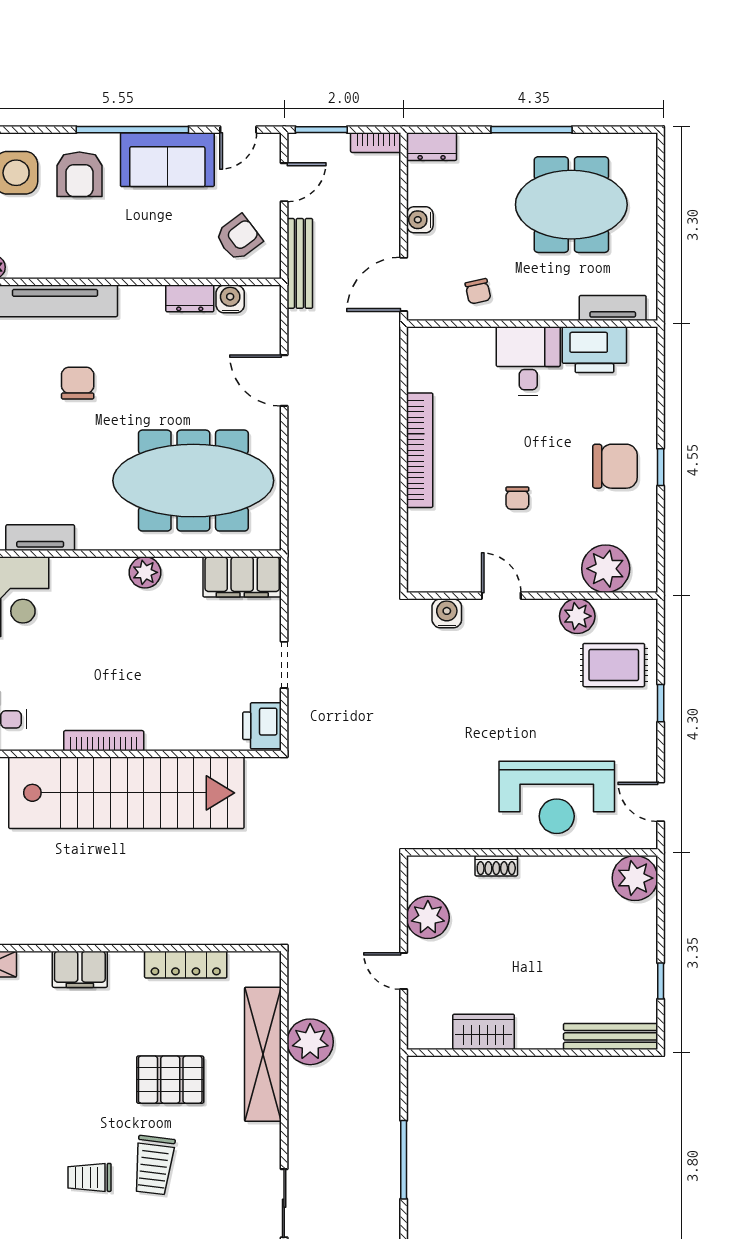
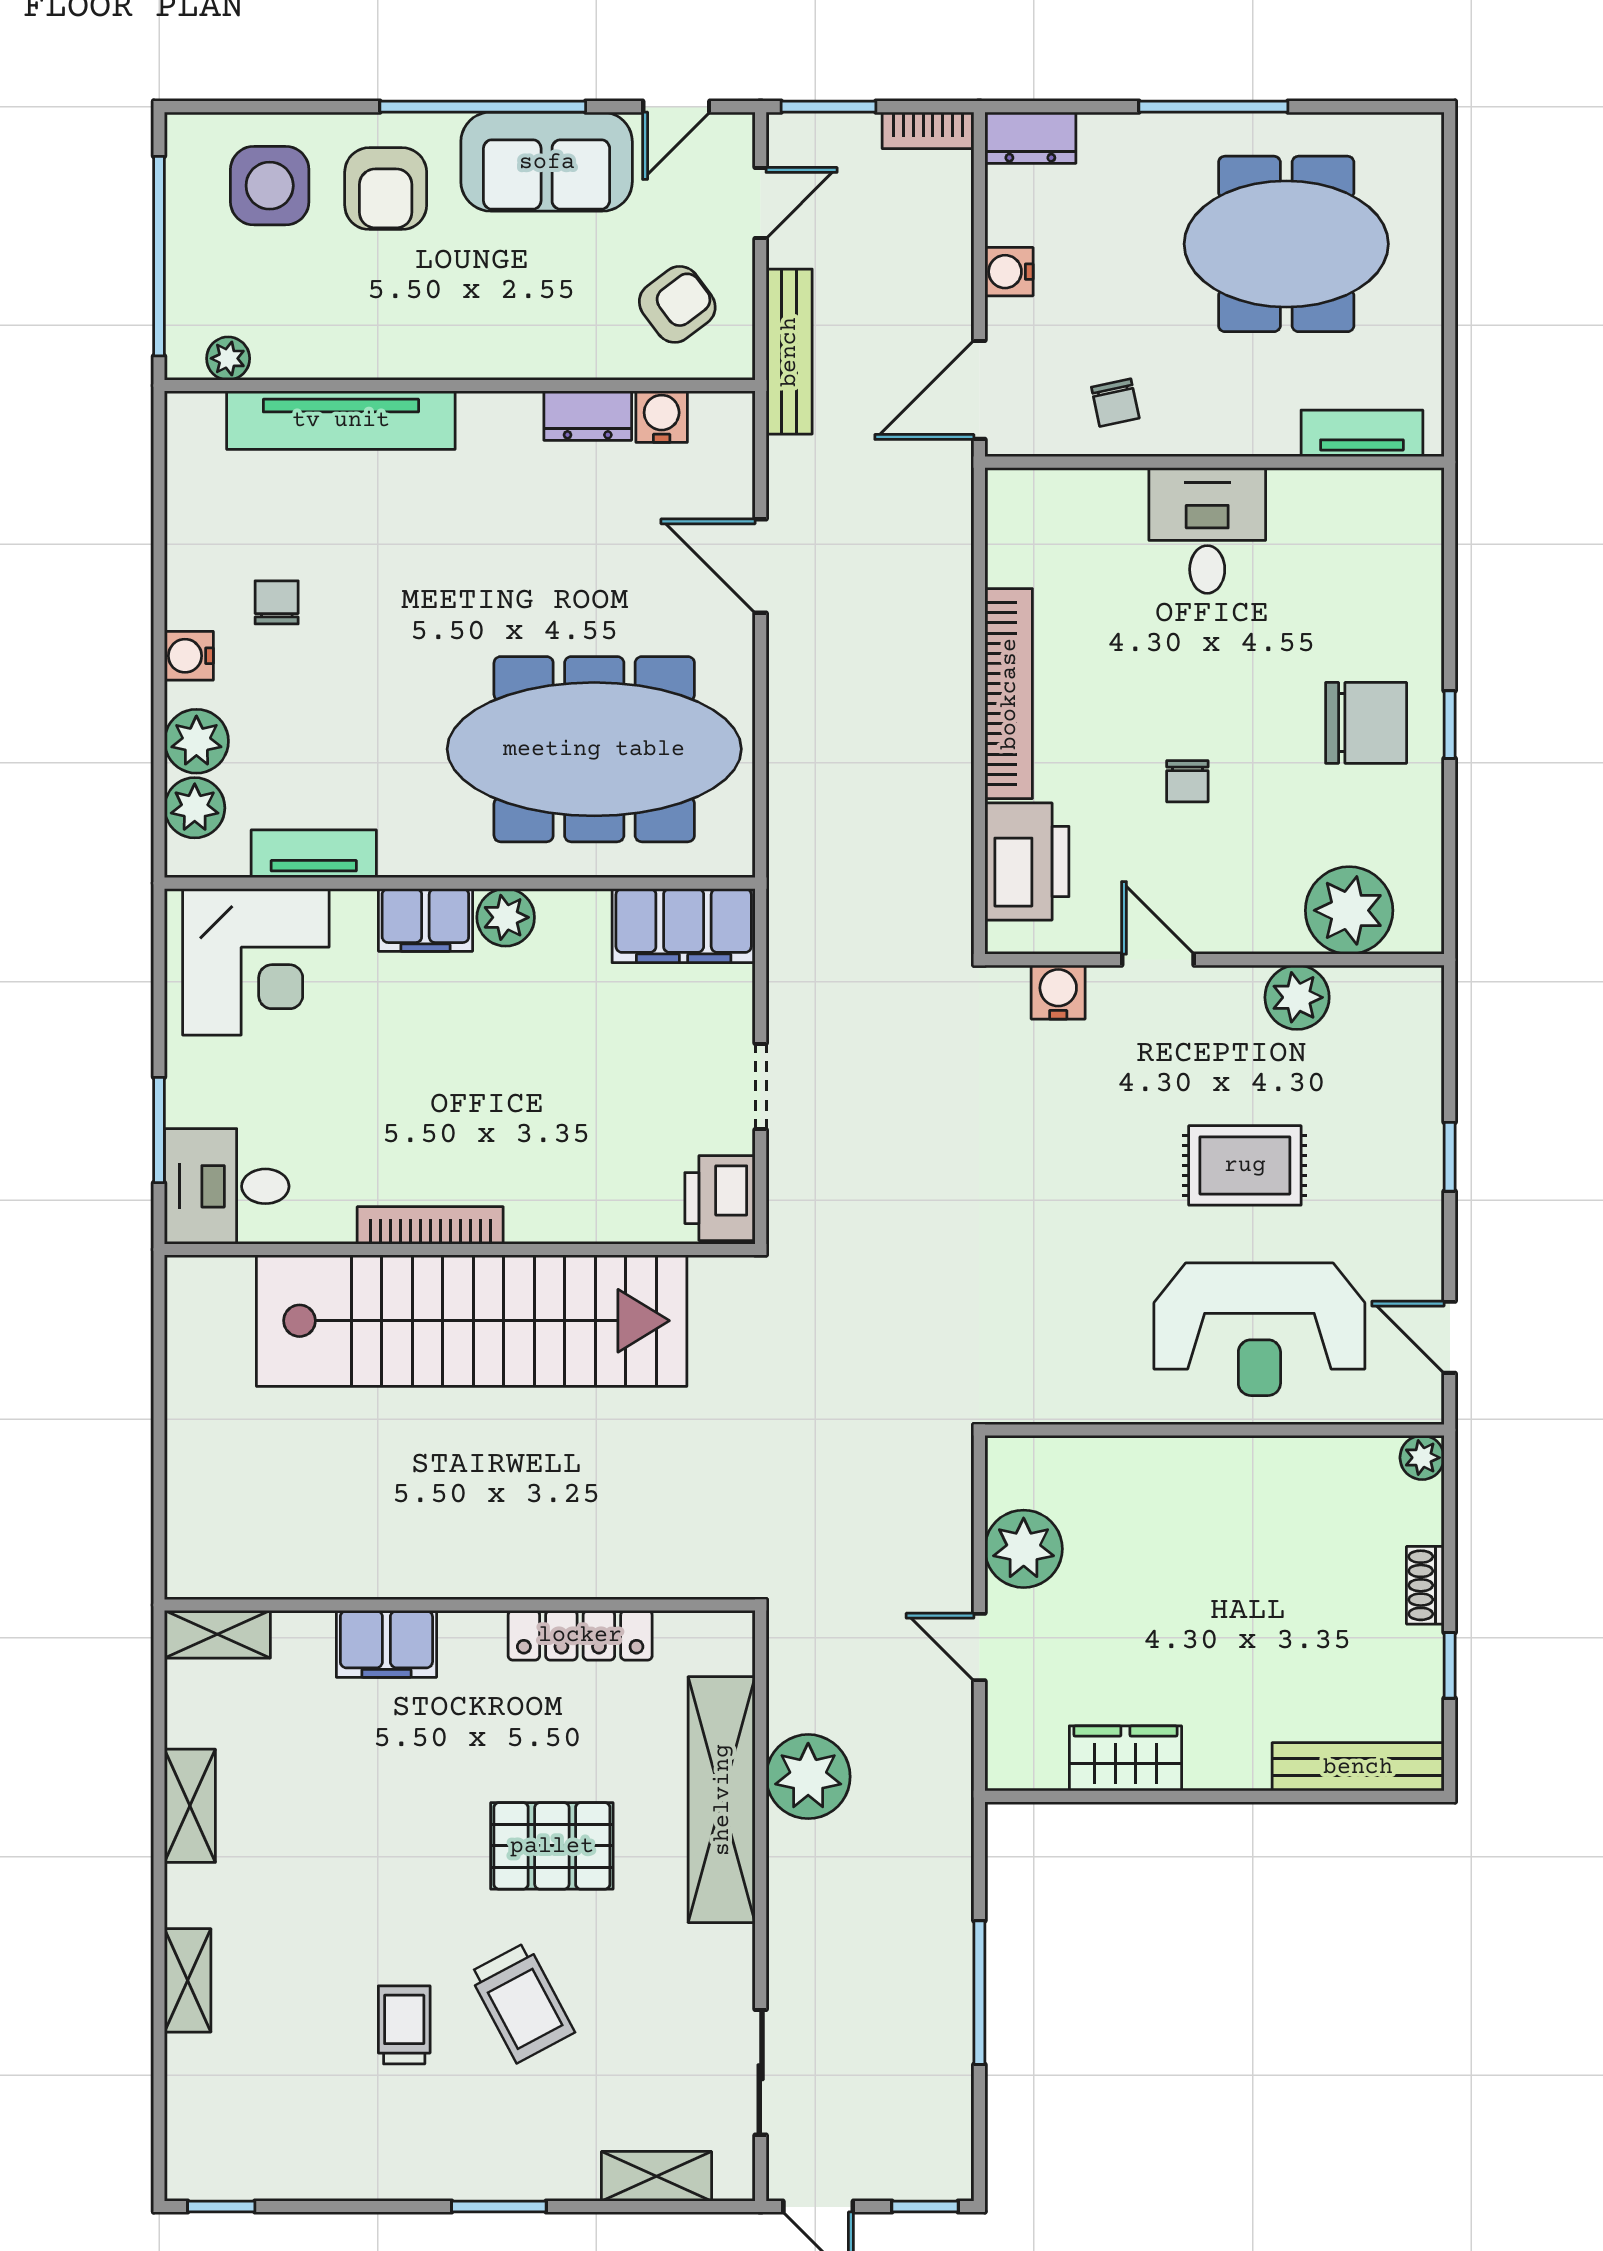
printer: (594, 350) -> (1027, 861), moved, turned -90
chair: (78, 383) -> (277, 602), moved, width x0.73, depth x0.73
filing cabinet: (101, 574) -> (425, 920), added
rug: (614, 665) -> (1245, 1165), moved
shoe rack: (496, 866) -> (1425, 1585), moved, turned 90
plant: (635, 878) -> (1422, 1458), width x0.53, depth x0.53
trolley: (154, 1165) -> (522, 2003), turned -35
trolley: (90, 1177) -> (404, 2025), turned 90

